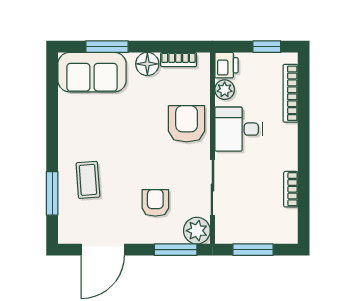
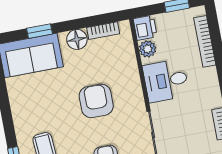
window: (107, 47) -> (39, 31), width x0.67
armchair: (187, 124) -> (96, 101), moved

